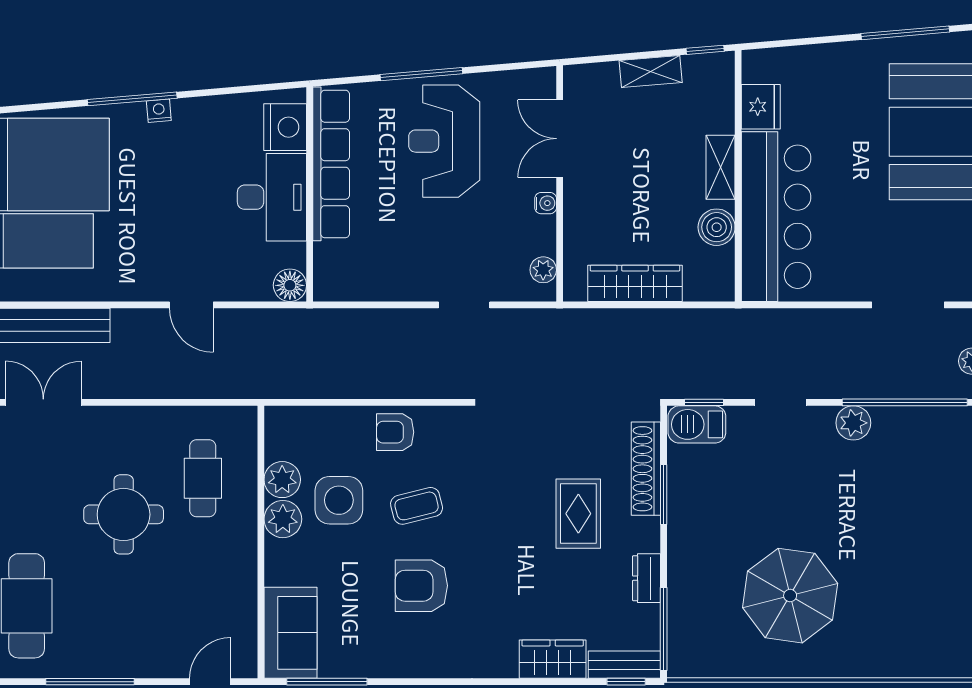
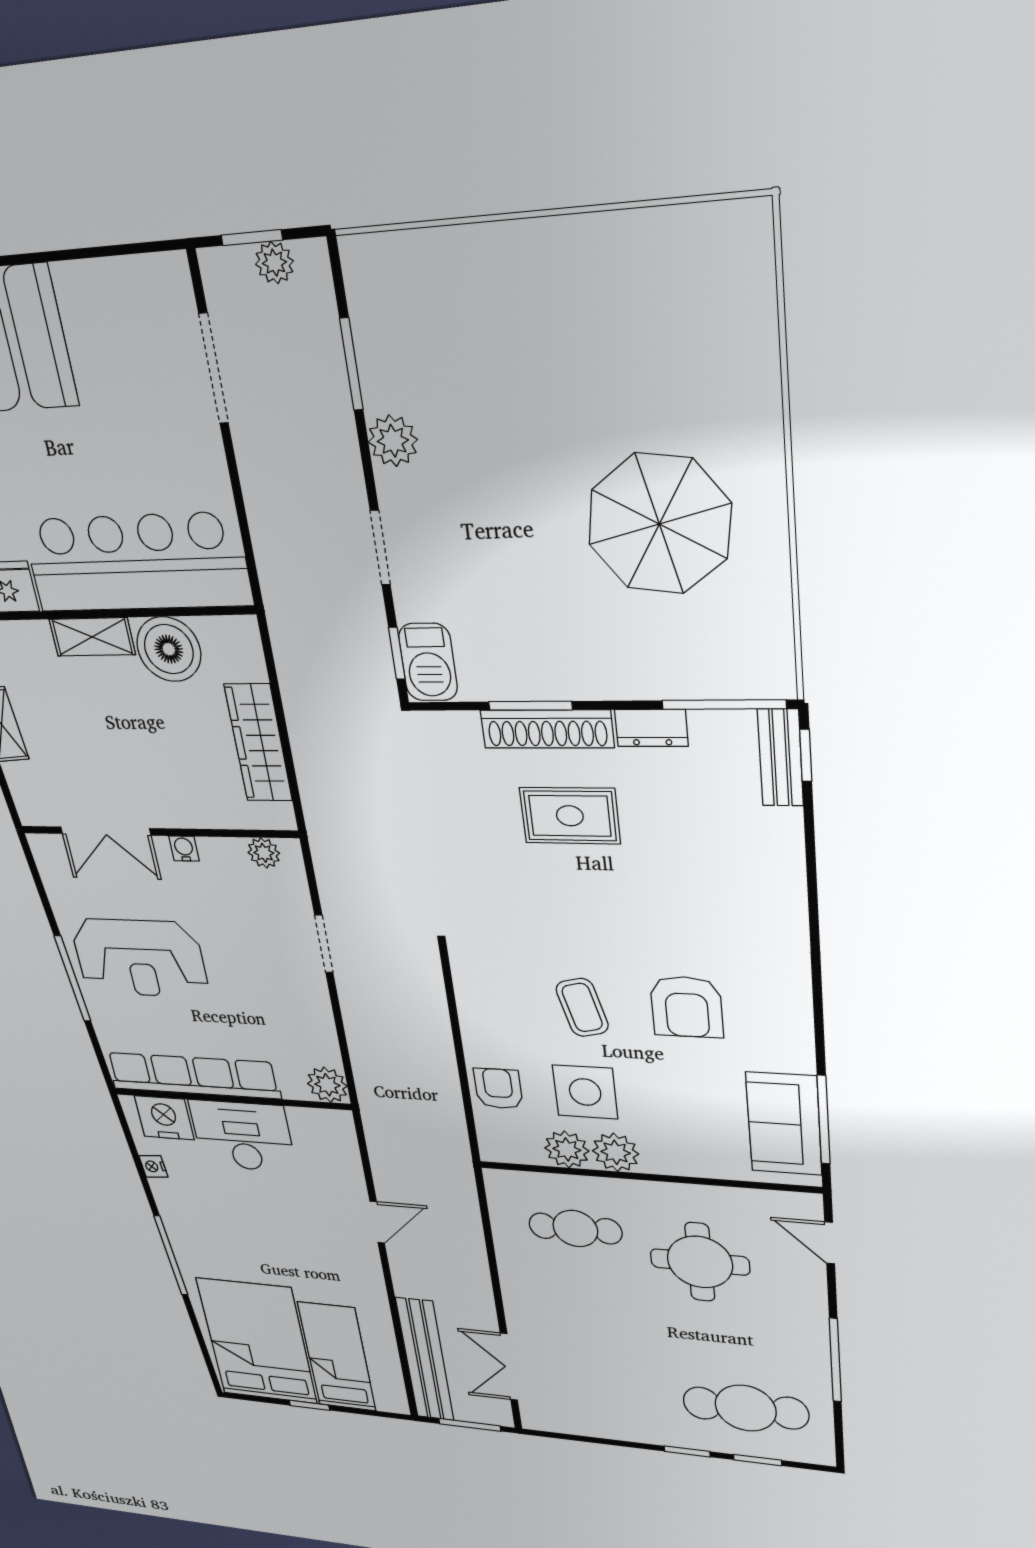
nightstand: (159, 111) -> (153, 1166), moved
boiler: (717, 227) -> (169, 649), width x1.37, depth x1.37
plant: (330, 284) -> (327, 1085), added
floor lamp: (290, 285) -> (337, 1125), removed
window: (905, 402) -> (351, 364), width x0.47
armchair: (395, 432) -> (498, 1089), moved, turned 180
shoe rack: (646, 469) -> (547, 729), moved
round table: (124, 514) -> (700, 1262), moved
sofa: (290, 633) -> (784, 1124), moved, turned -90
wardrobe: (553, 659) -> (778, 852), removed

